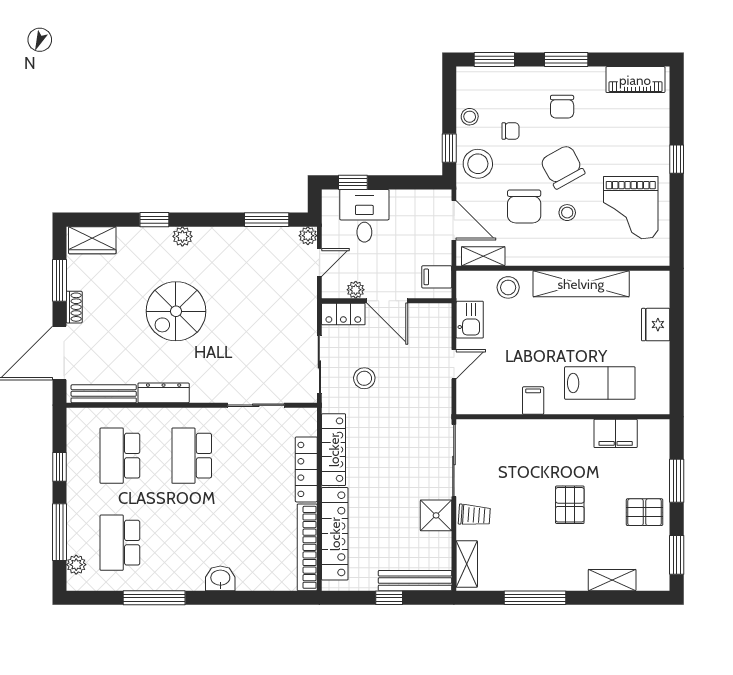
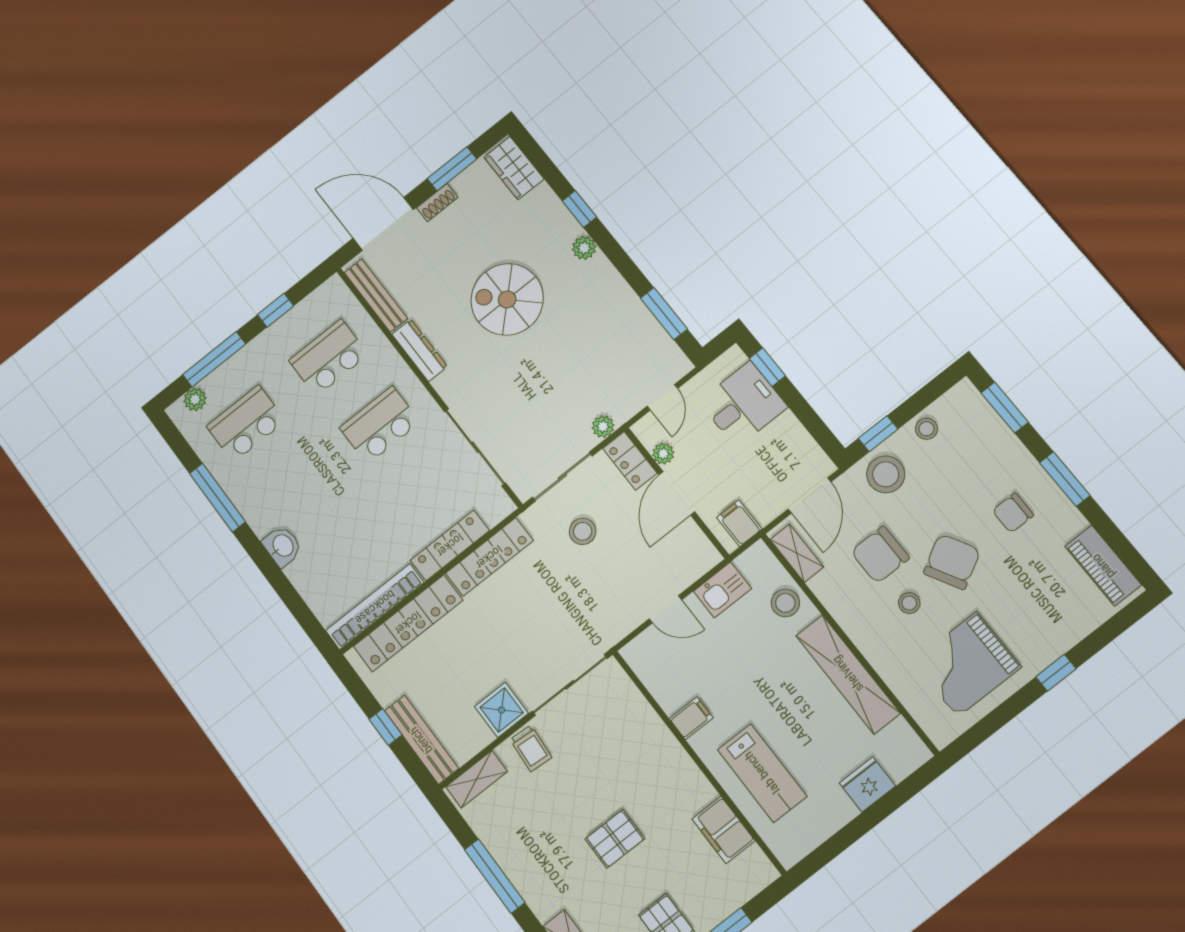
chair: (510, 131) -> (945, 481), removed
plant: (308, 236) -> (603, 427), moved
door: (319, 262) -> (662, 397), hinge flipped
sliding door: (256, 405) -> (475, 447), width x1.37

